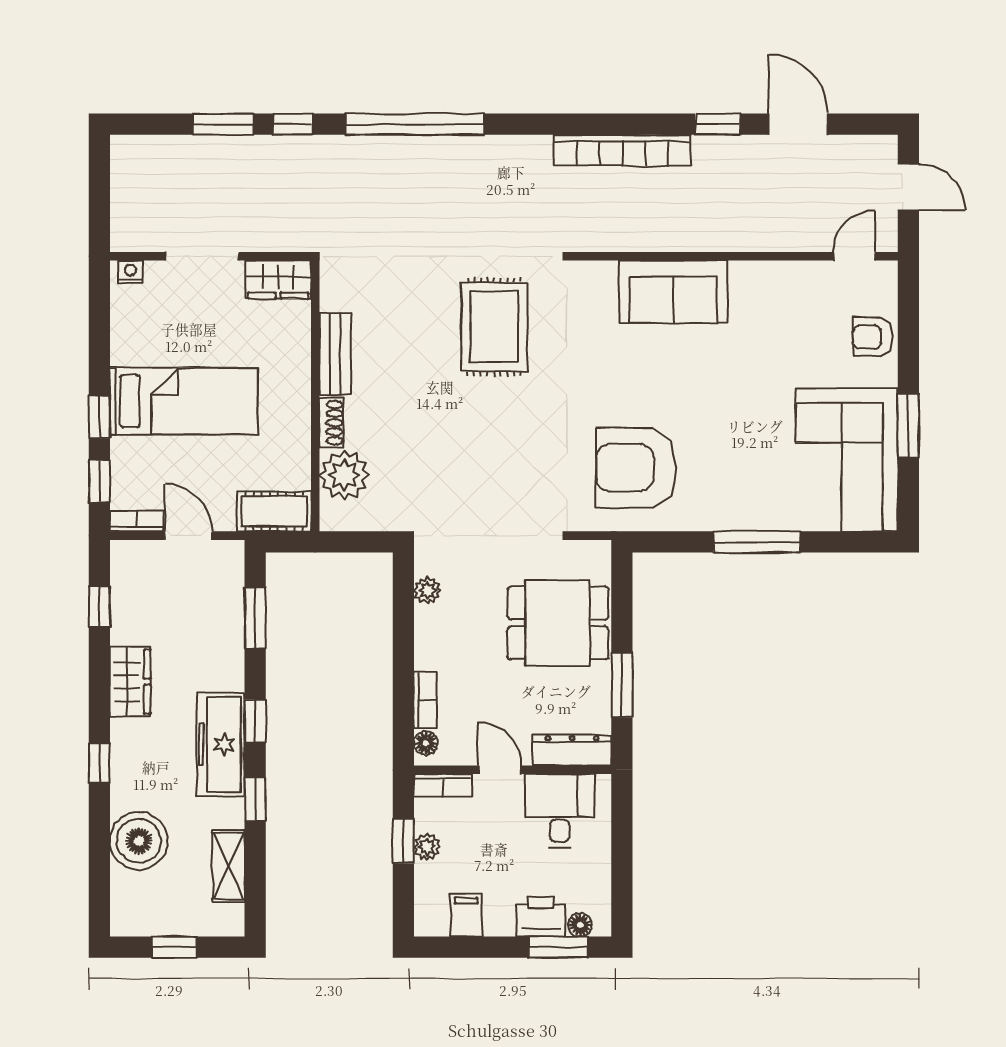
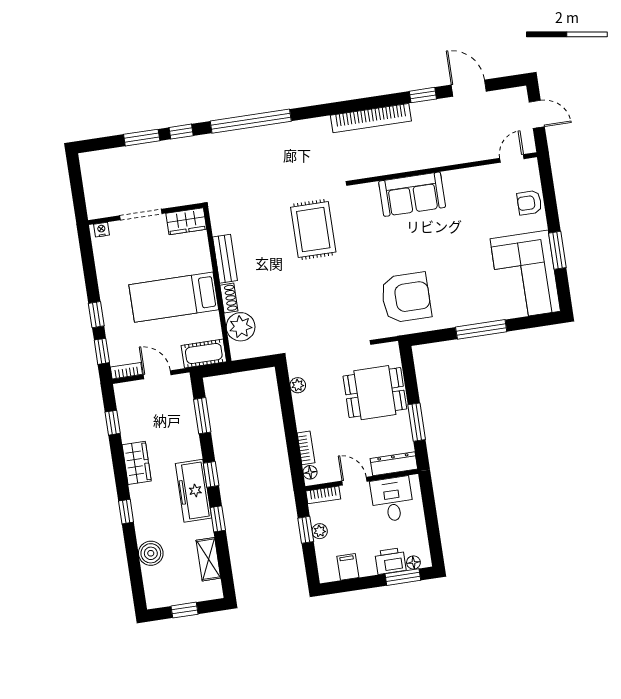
bed: (184, 401) -> (174, 297), moved, turned 180
armchair: (636, 468) -> (406, 298), turned 180
boiler: (139, 841) -> (151, 553), width x0.73, depth x0.73

